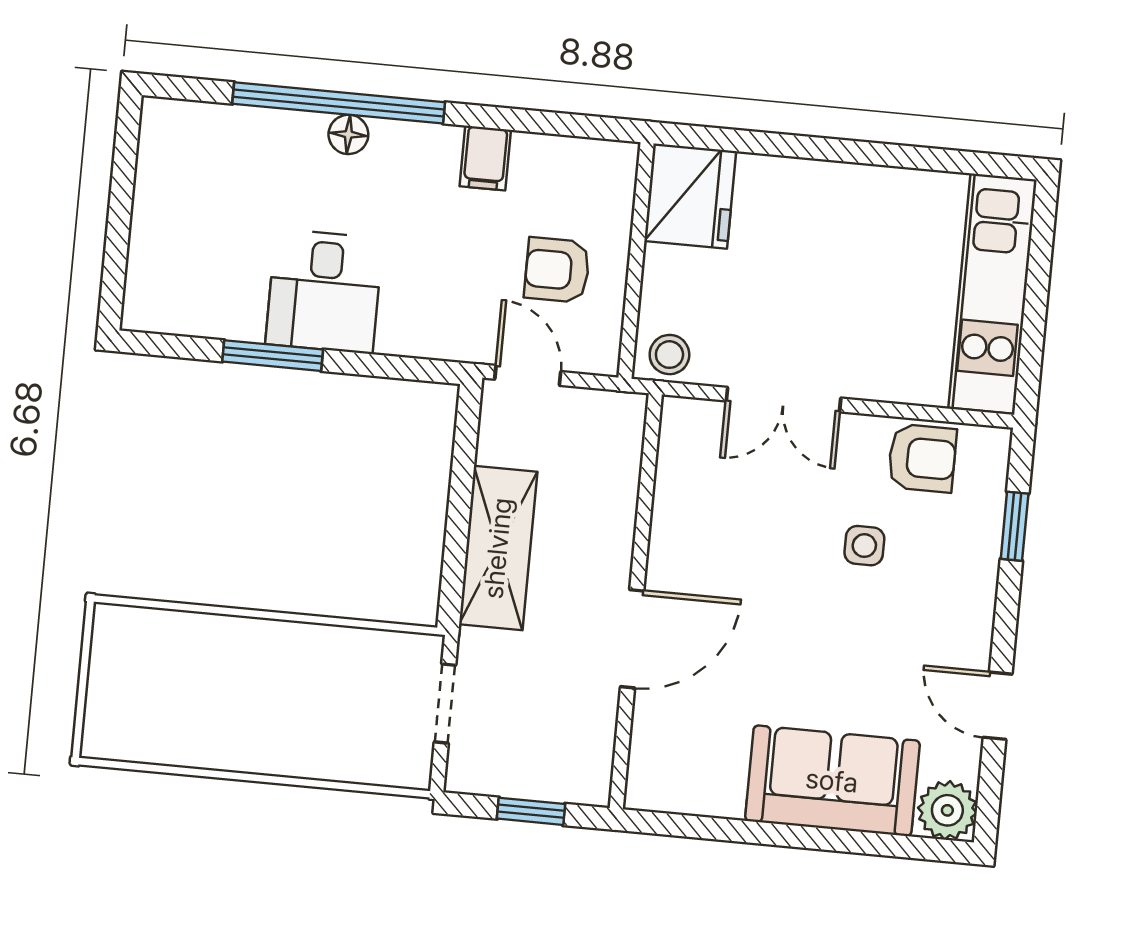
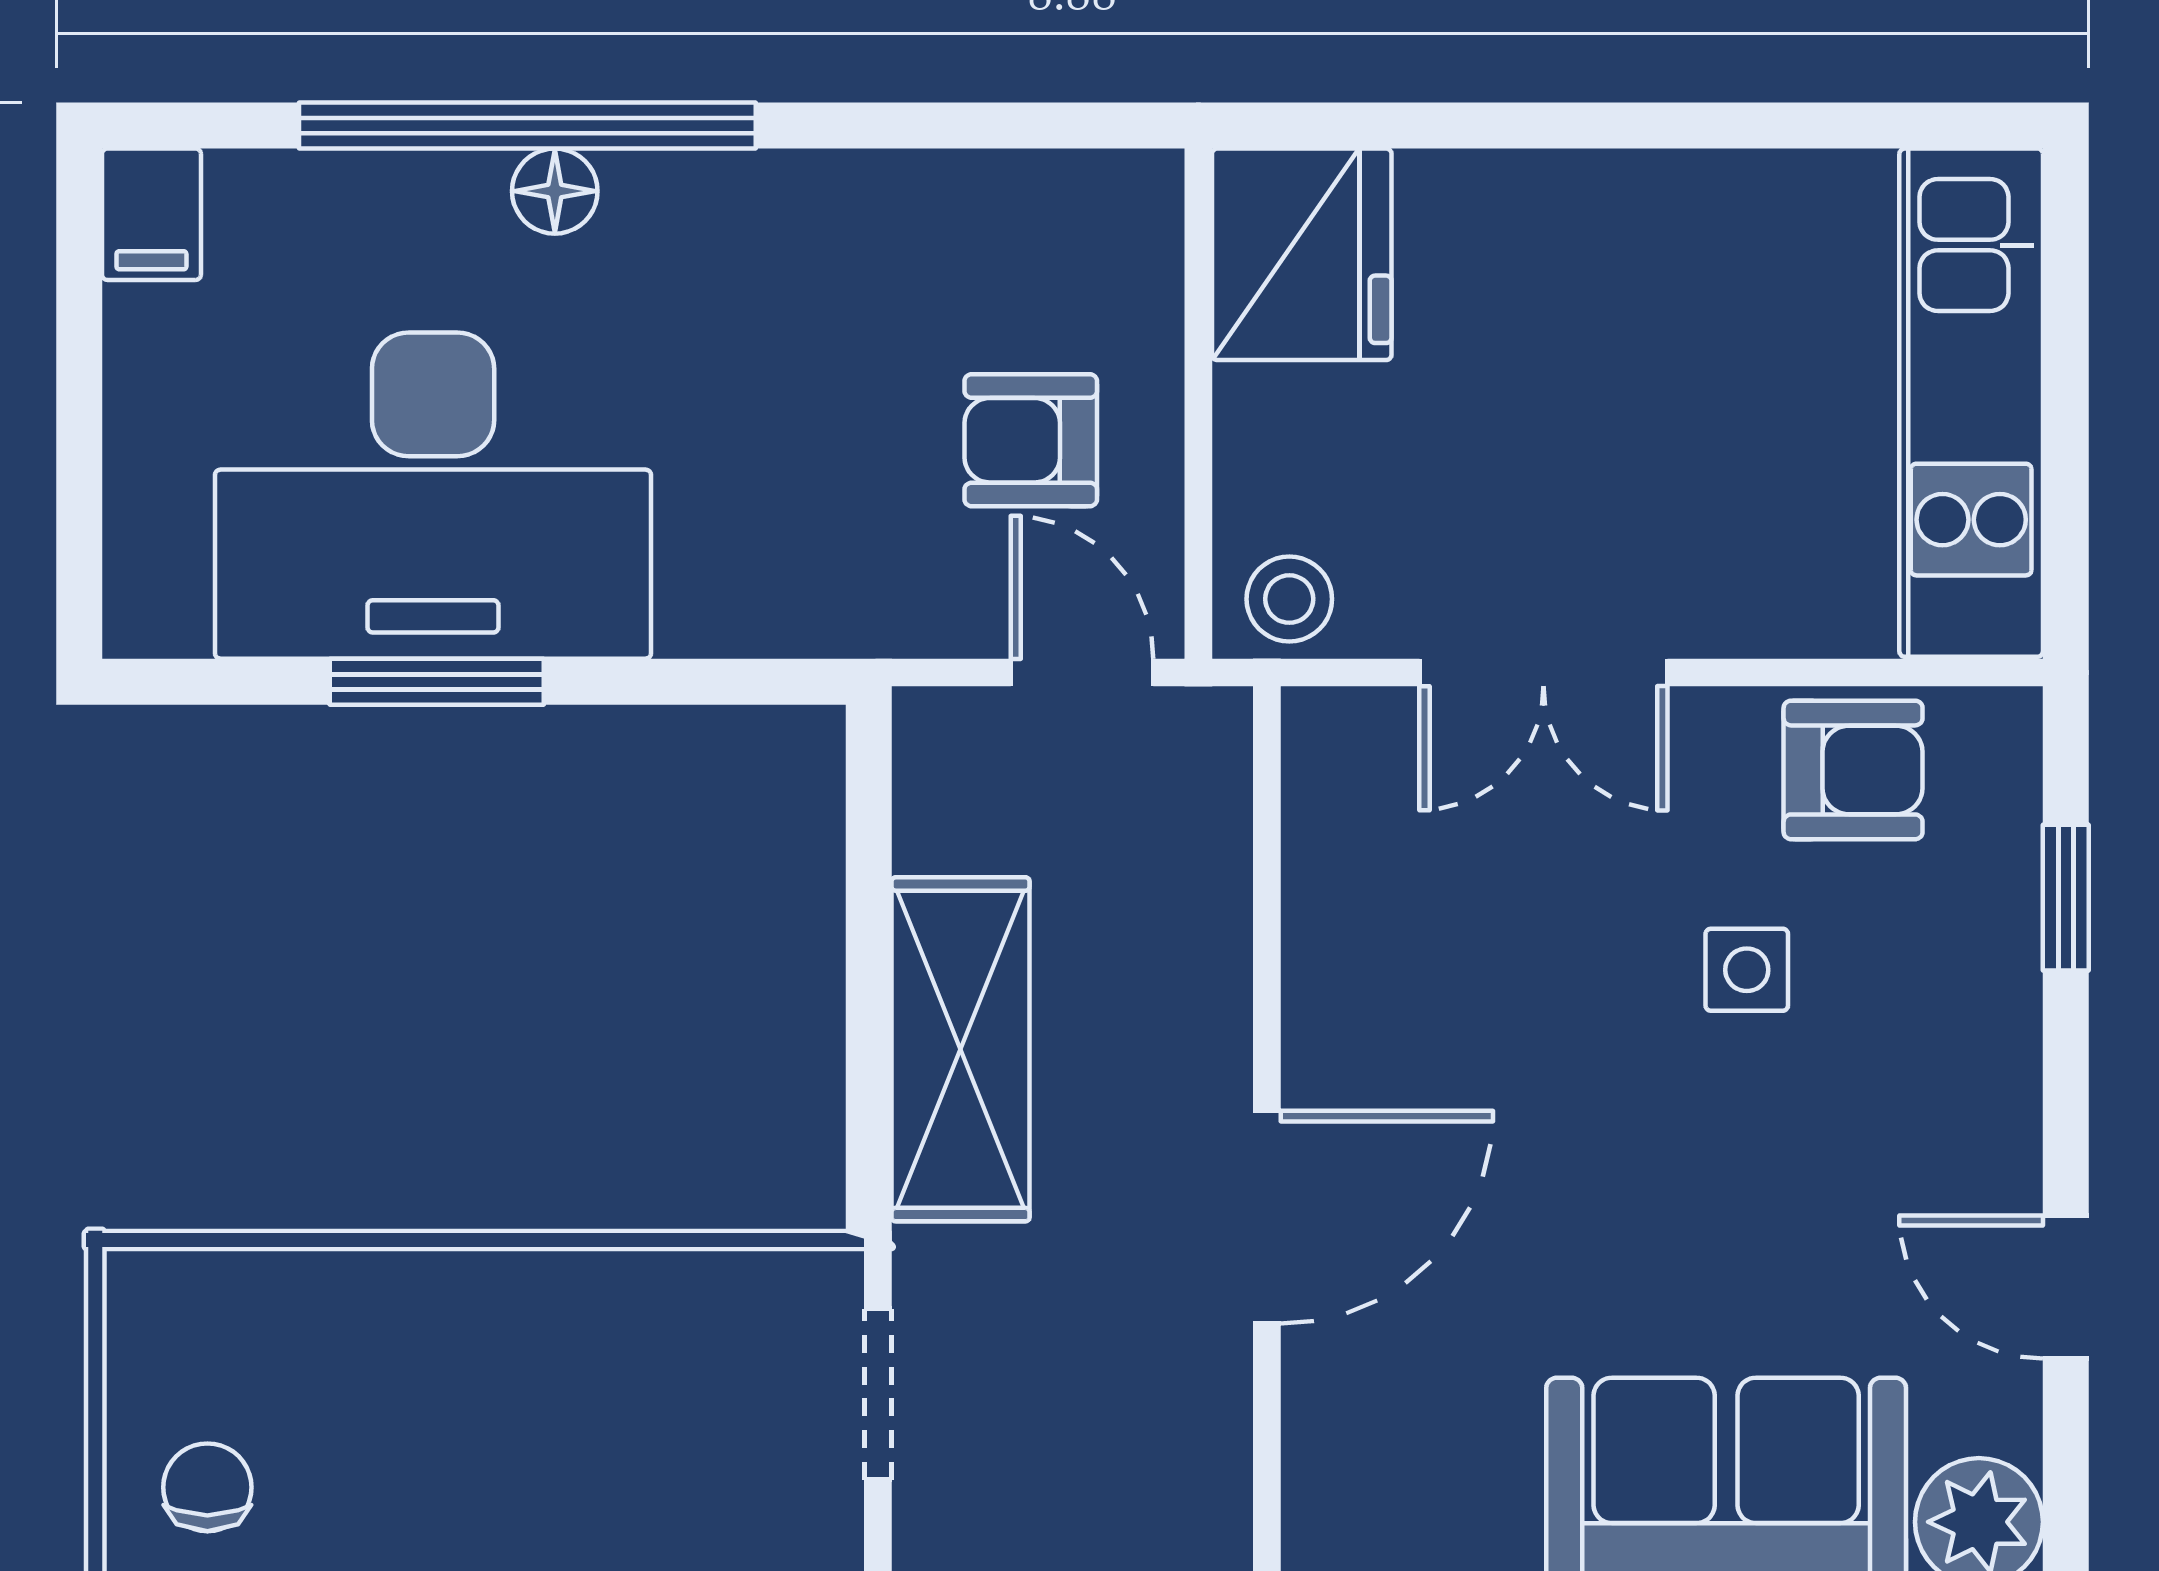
filing cabinet: (485, 158) -> (151, 214), moved
desk: (324, 291) -> (433, 496), width x1.87, depth x1.30
door: (528, 375) -> (1082, 672), moved
chair: (132, 717) -> (207, 1487), added

